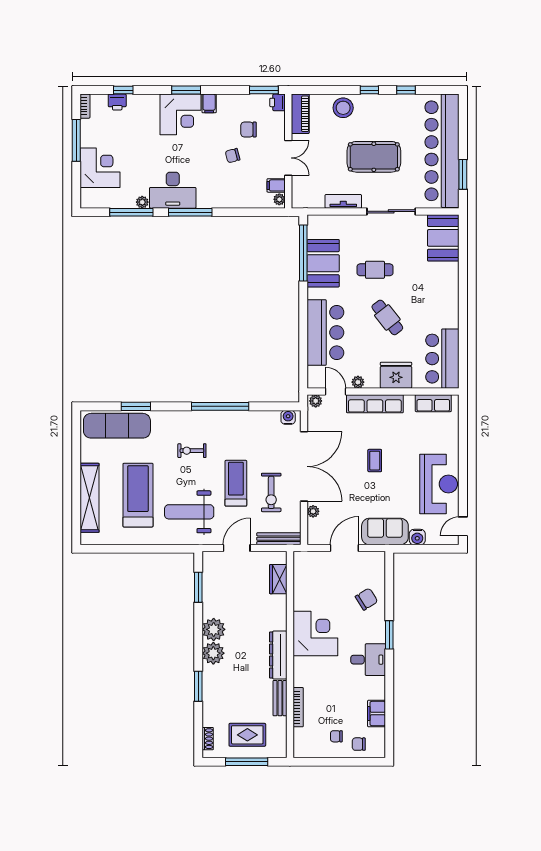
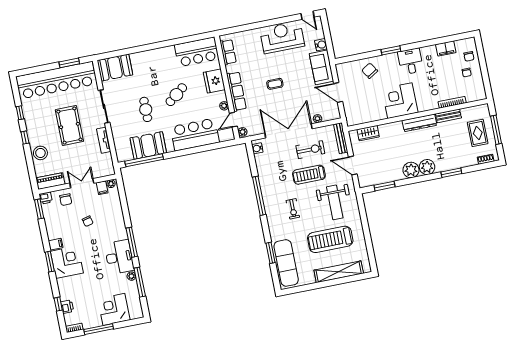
chair: (248, 129) -> (66, 200), moved

